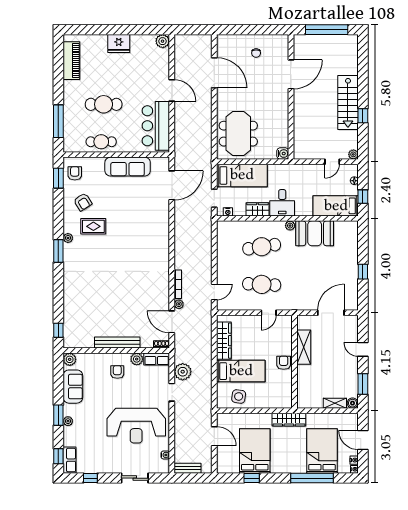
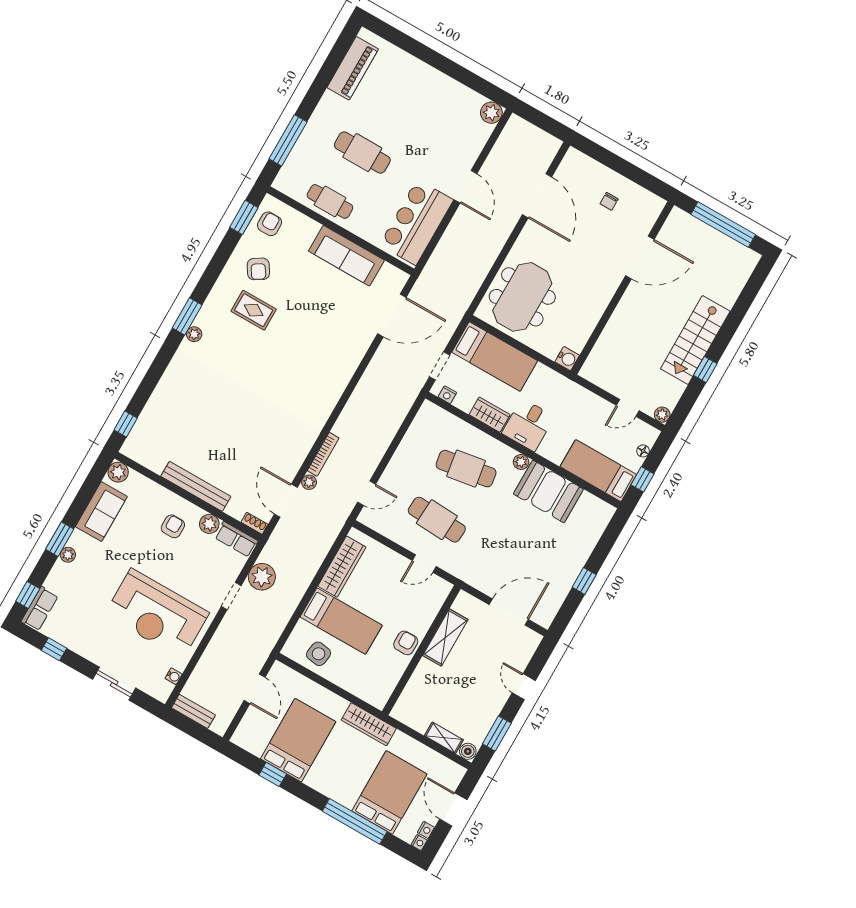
fridge: (119, 43) -> (430, 82), removed
plant: (68, 238) -> (194, 334), moved

